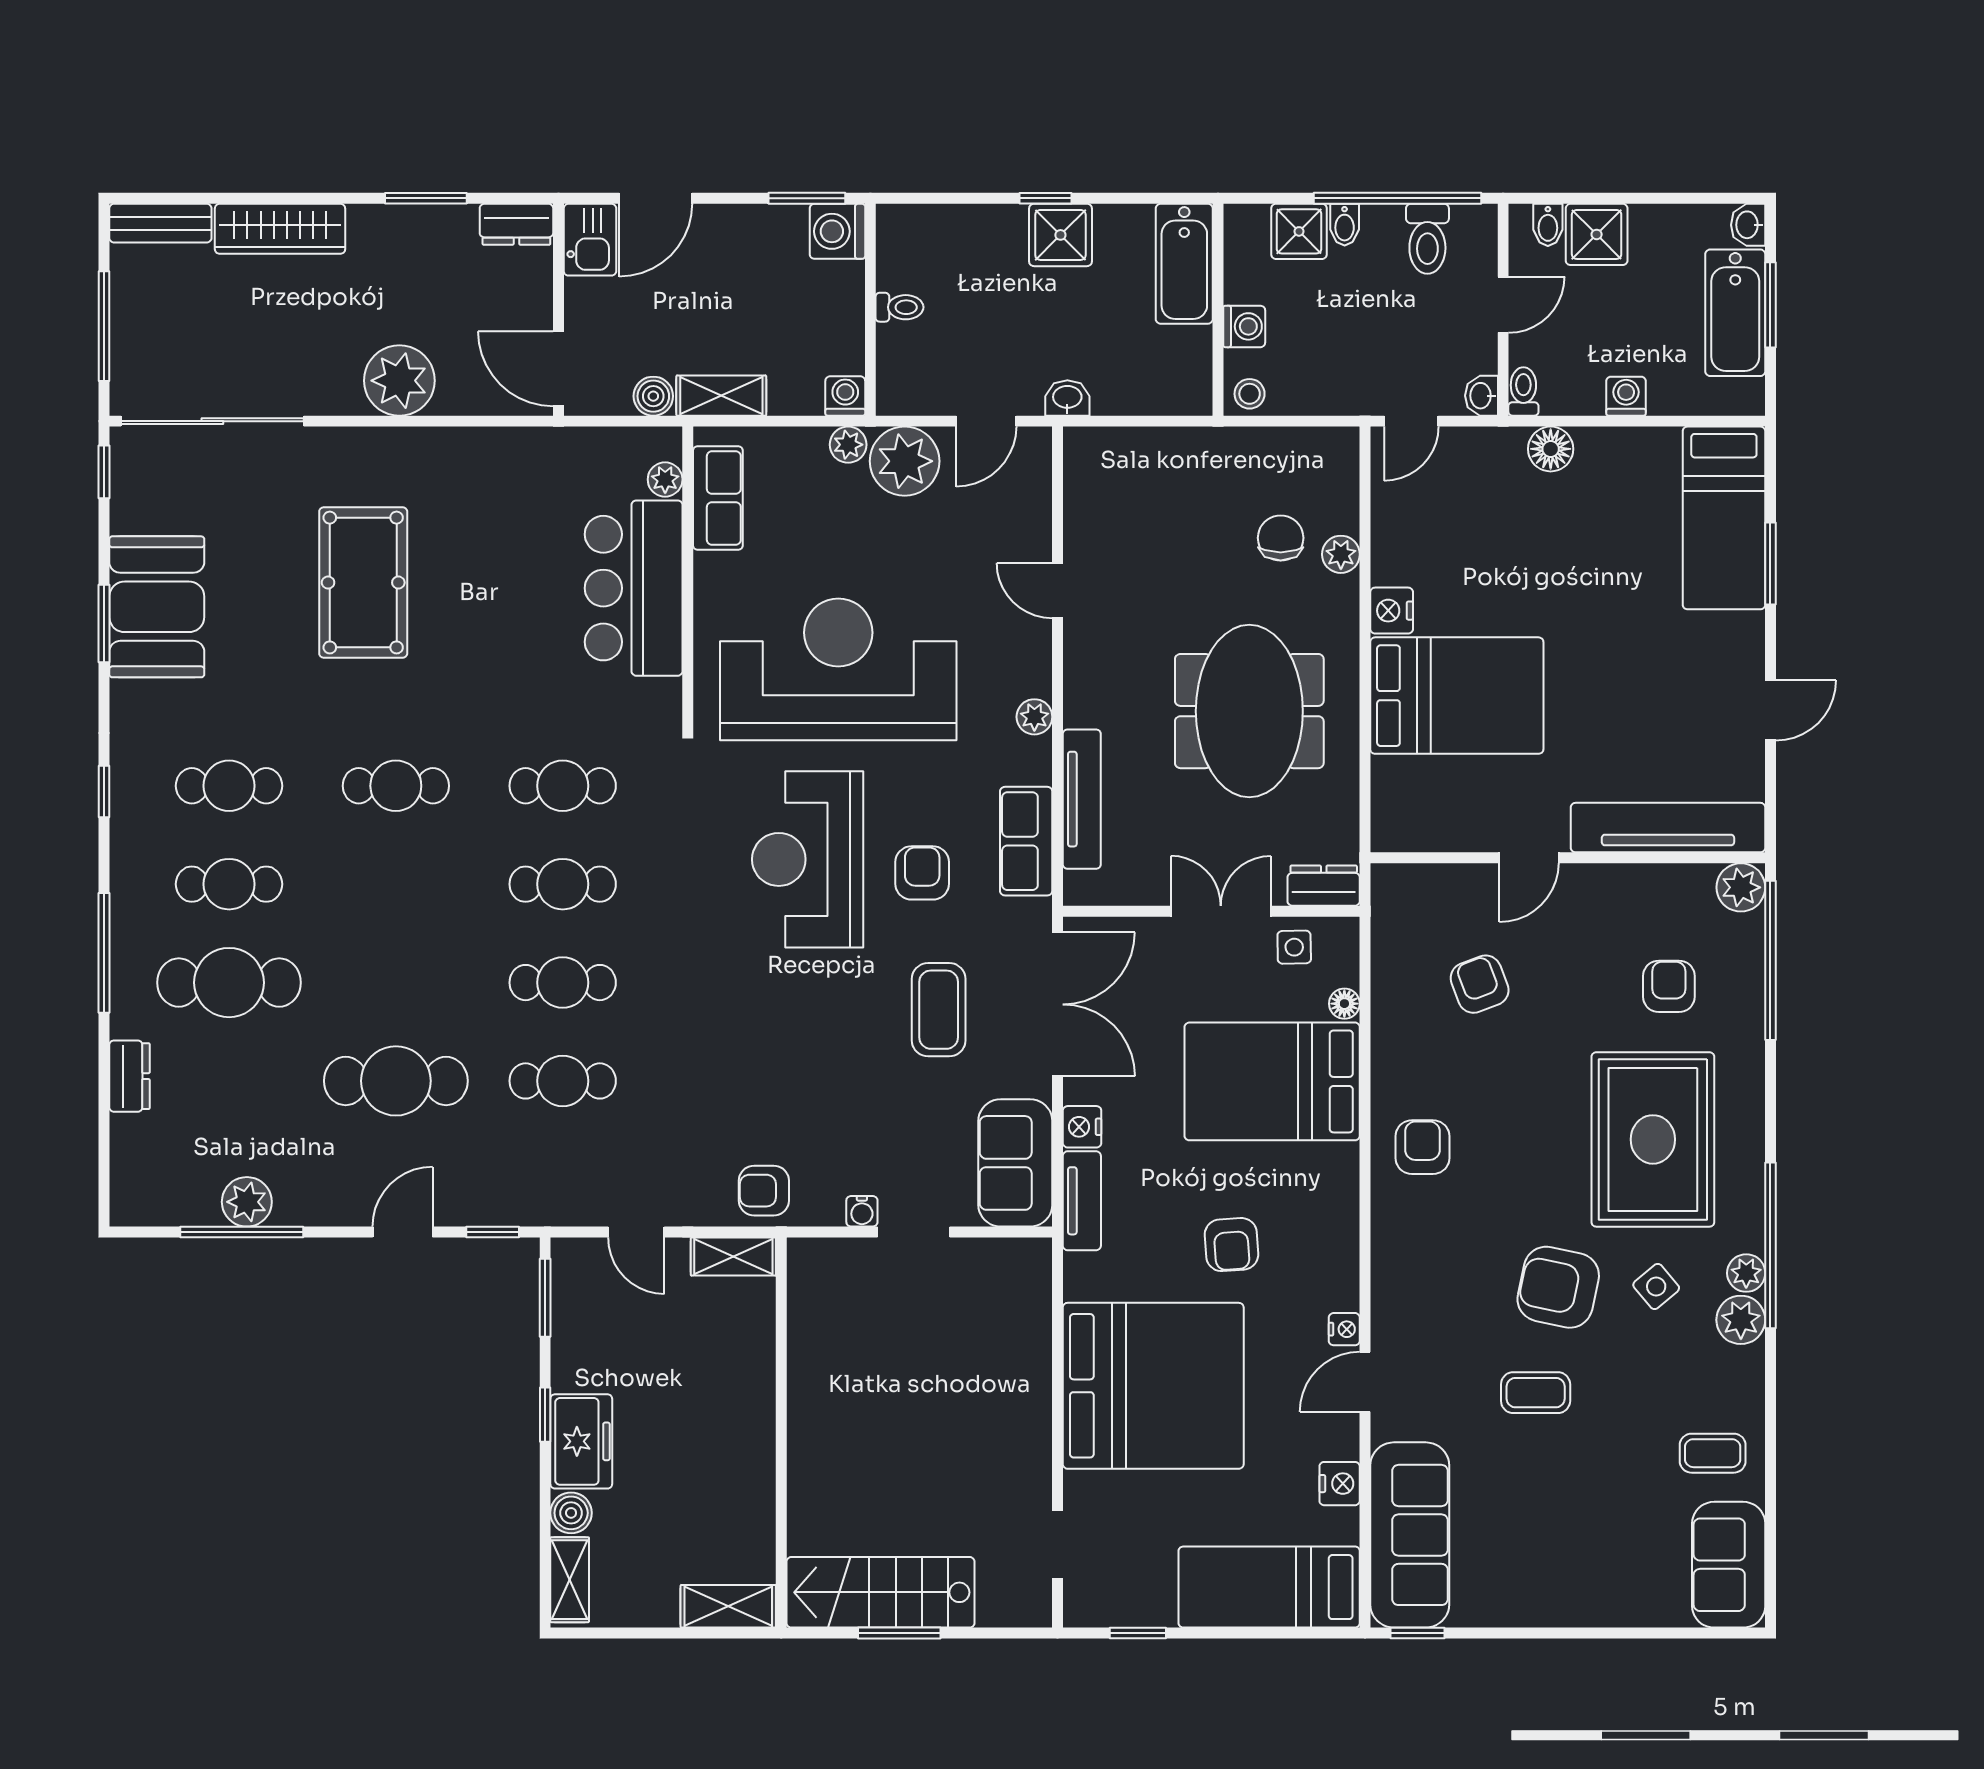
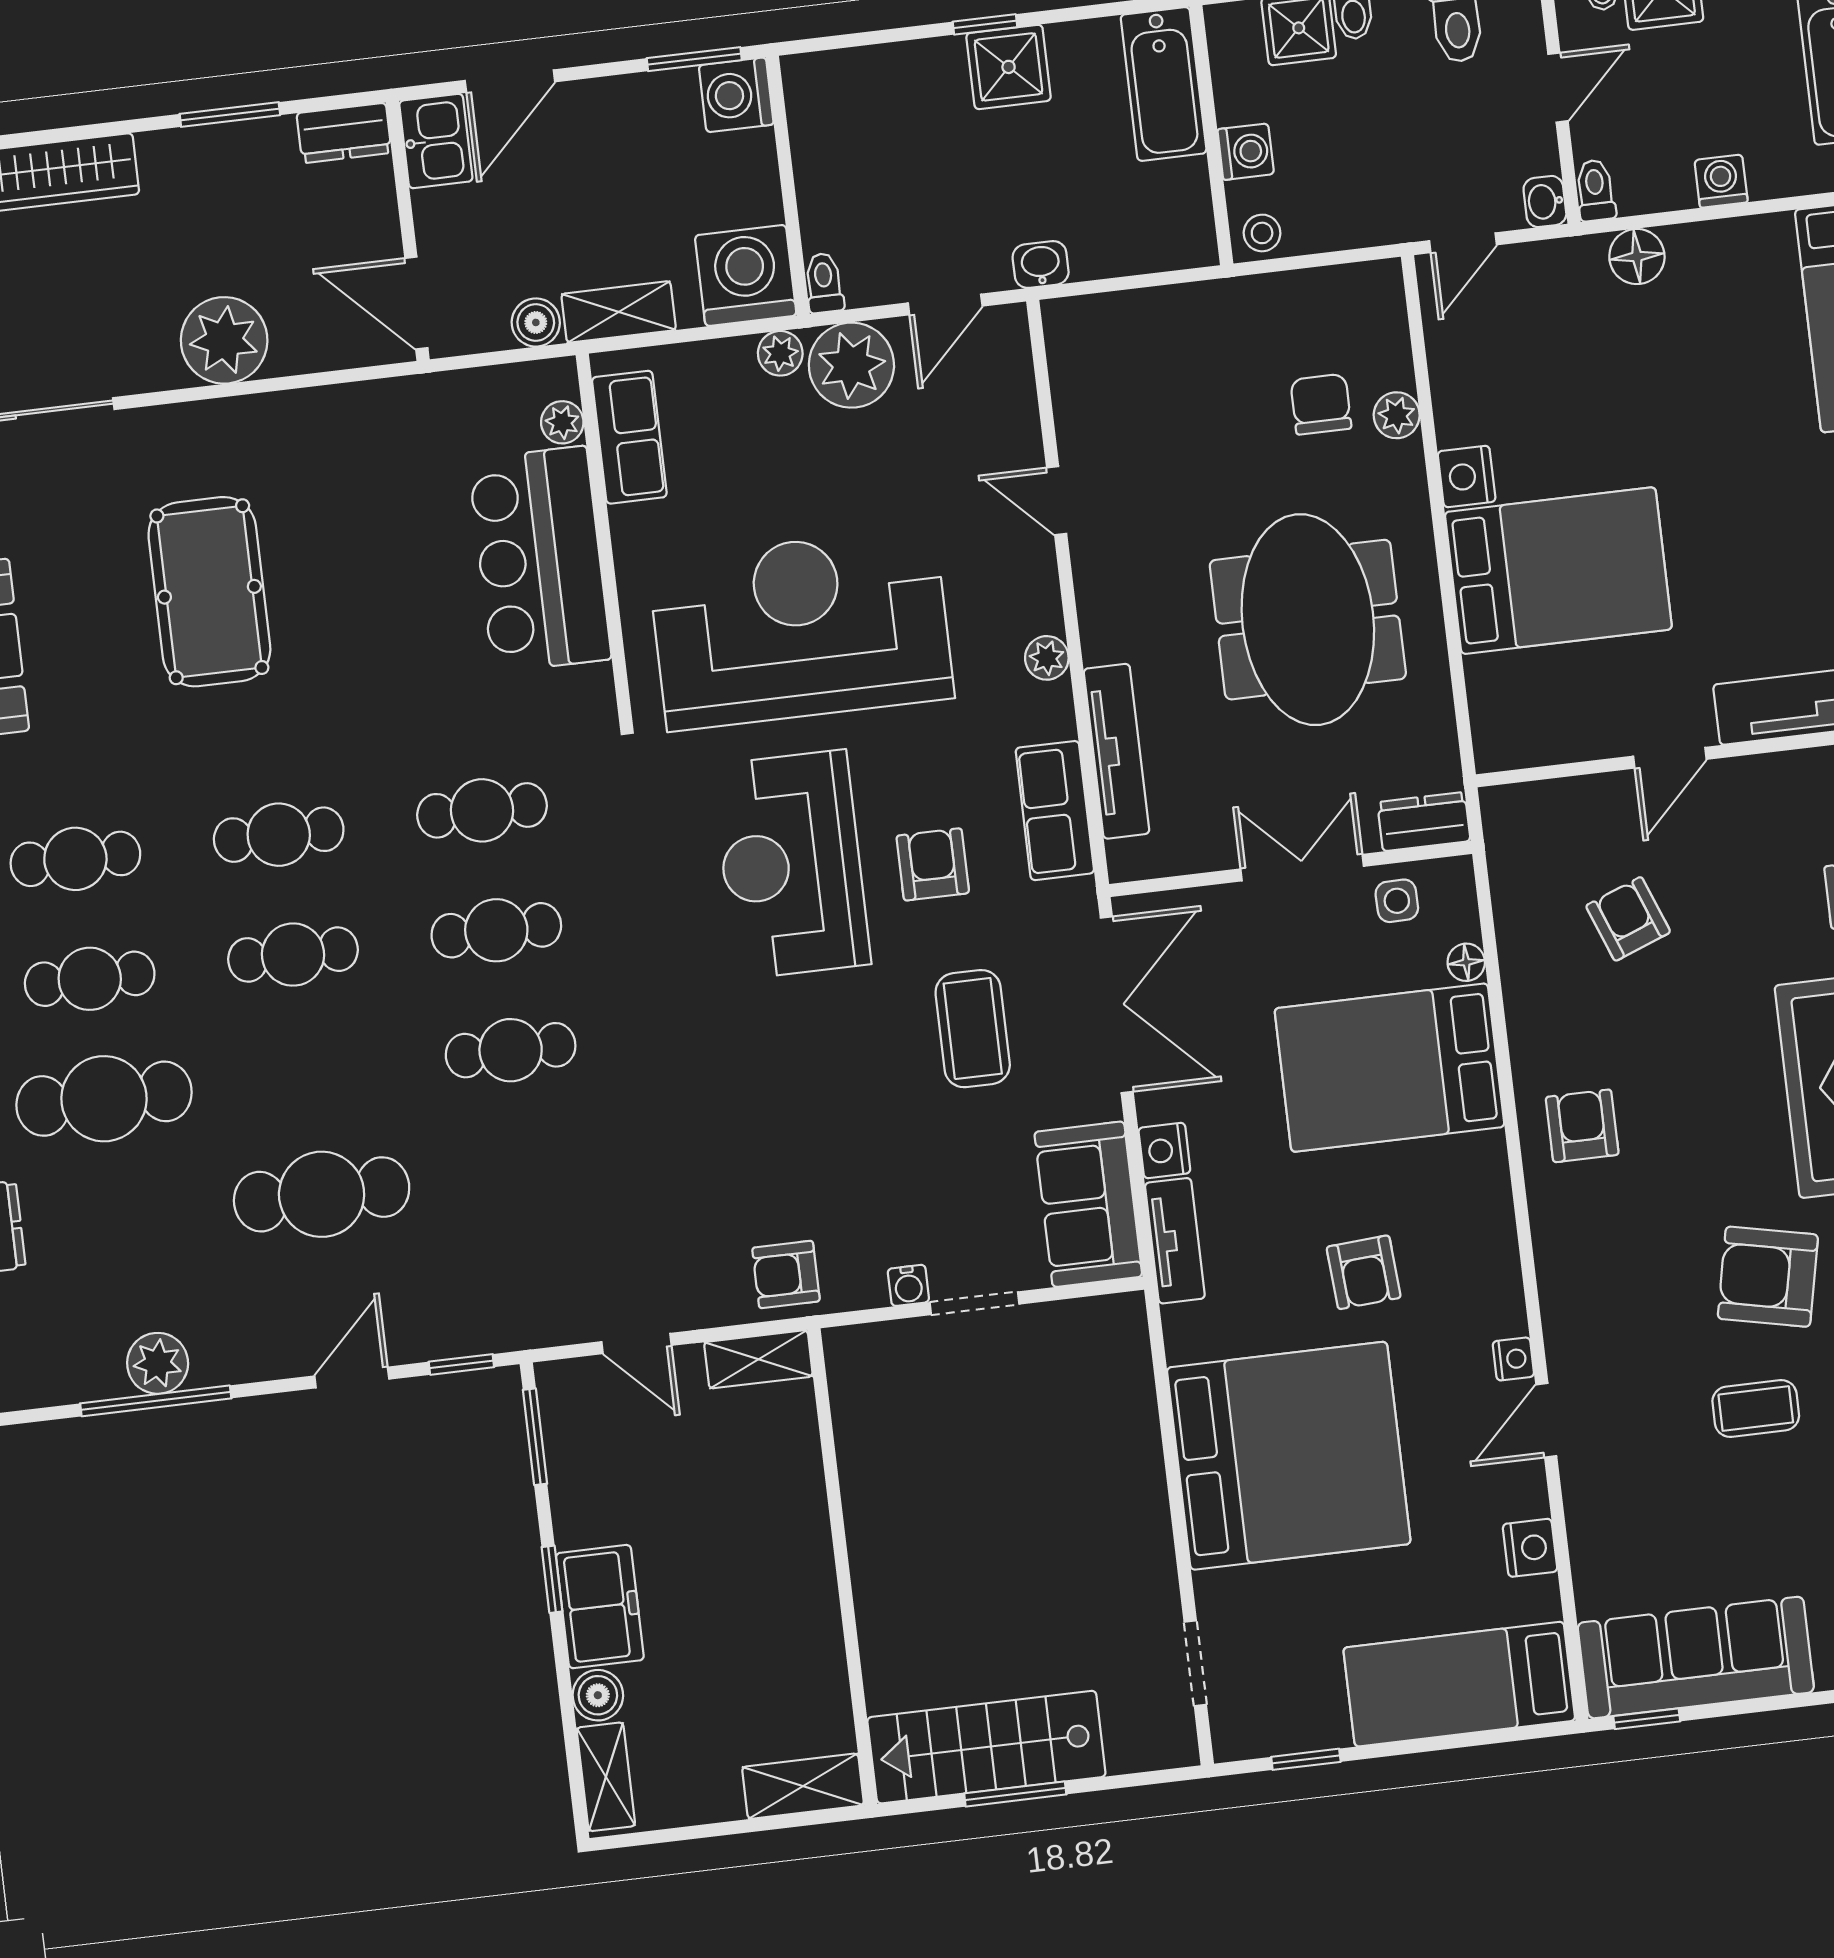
toilet: (900, 307) -> (824, 283), moved, turned -90
washing machine: (845, 396) -> (746, 275), width x1.89, depth x1.89
cafe table: (563, 1081) -> (293, 955), moved
sofa: (1410, 1535) -> (1696, 1658), moved, turned -90

